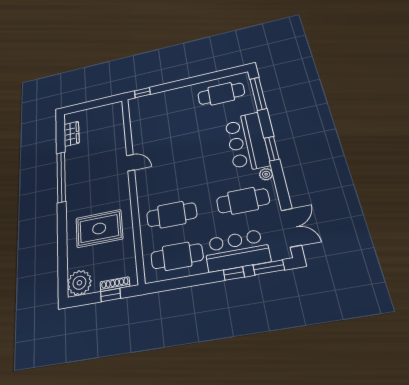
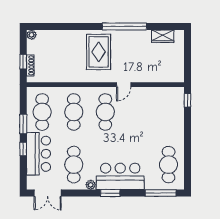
cafe table: (167, 176) -> (105, 112), added
rug: (99, 228) -> (99, 52), moved
window: (269, 267) -> (23, 124), moved
plant: (79, 283) -> (32, 35), width x0.53, depth x0.53

